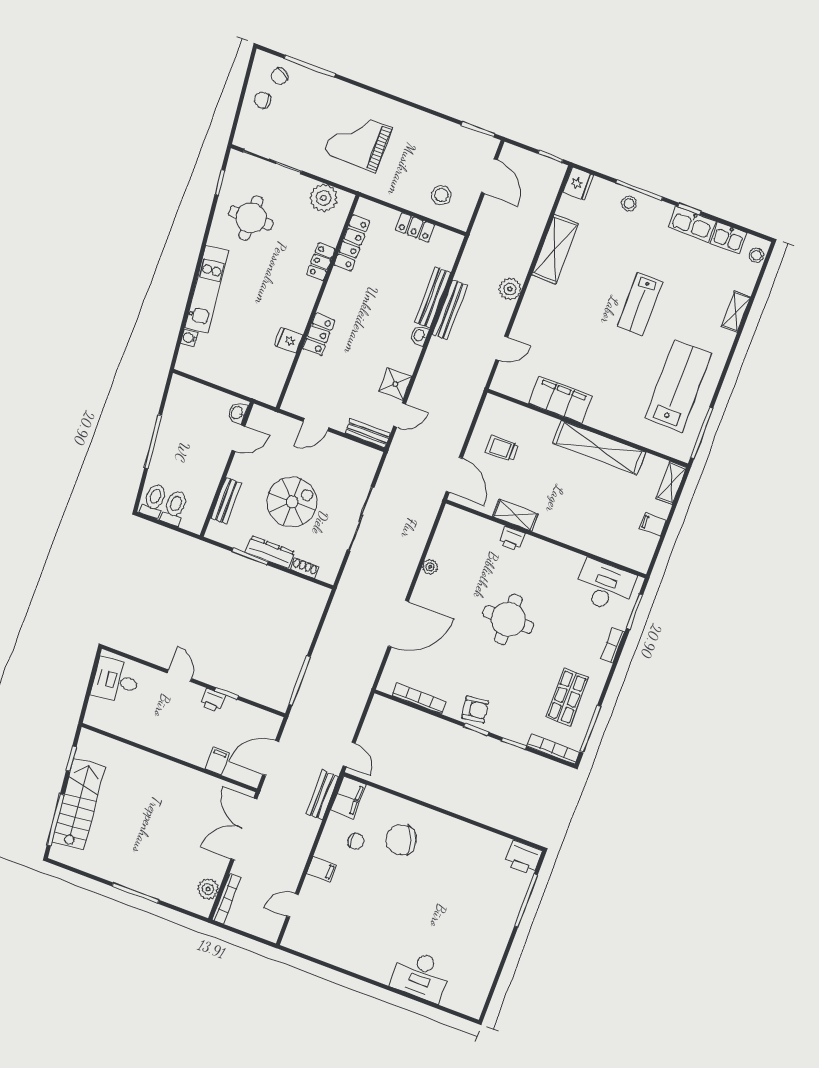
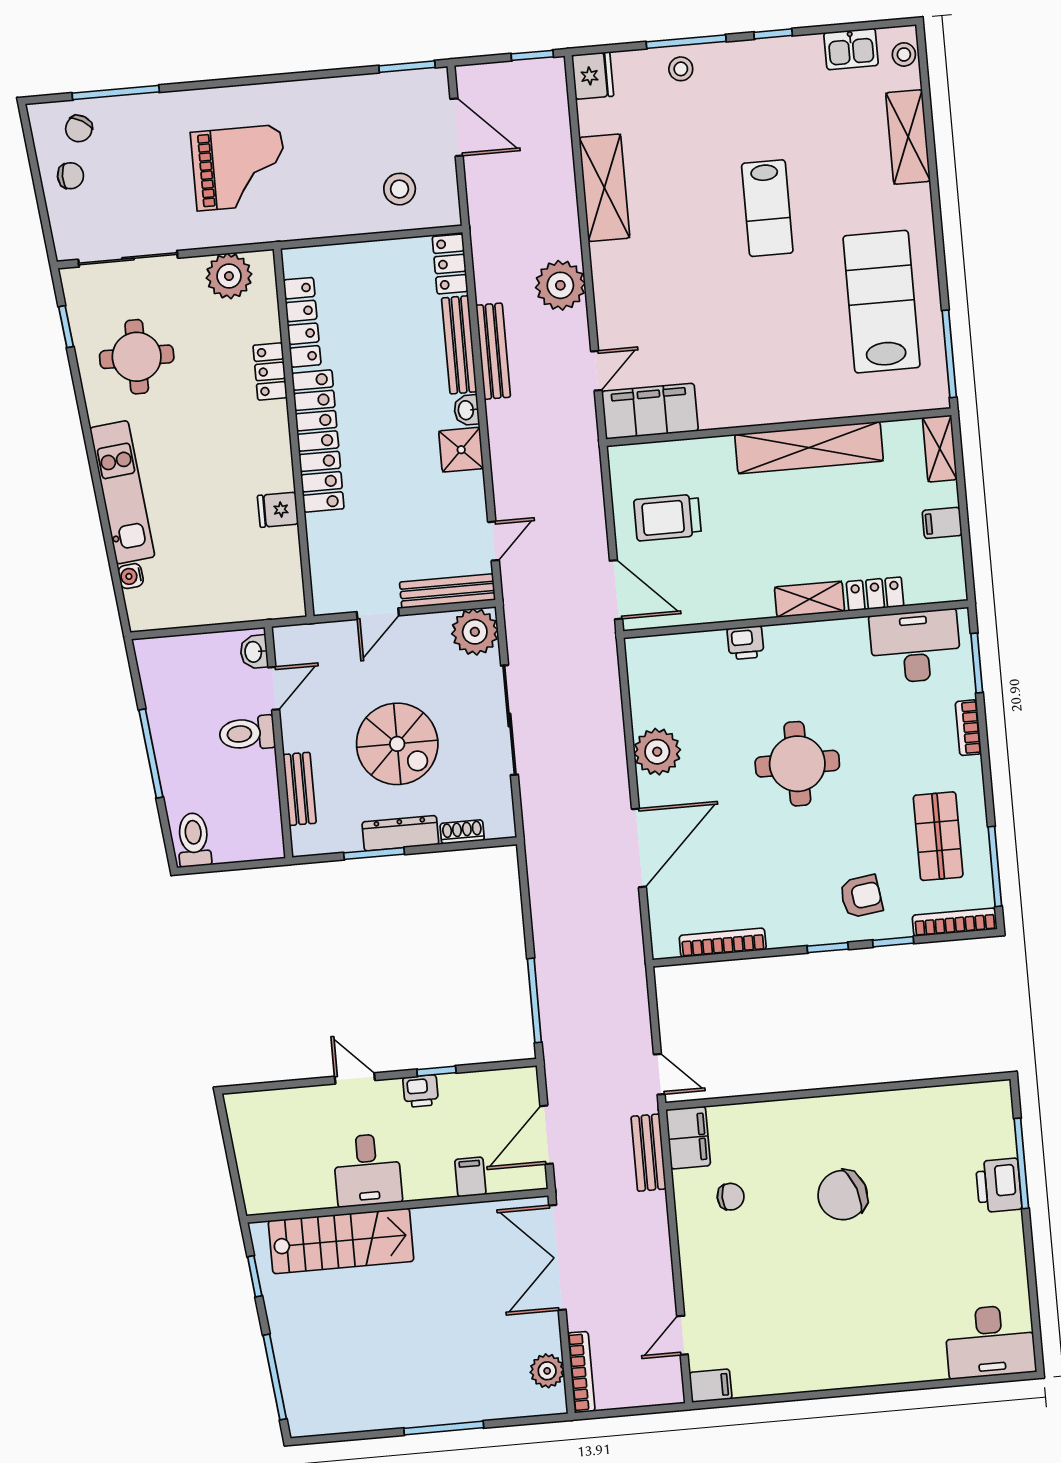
chair: (263, 100) -> (71, 176), turned 180
grand piano: (358, 141) -> (239, 168), turned 180
kitchen sink: (692, 224) -> (788, 54), removed
locker: (415, 227) -> (450, 264), moved, turned 90
plant: (510, 289) -> (560, 285), width x1.36, depth x1.36
shelving: (736, 312) -> (908, 137), width x1.50, depth x1.33
locker: (319, 334) -> (318, 441), width x2.16, depth x1.21
shower: (395, 384) -> (461, 450), moved
filing cabinet: (560, 400) -> (650, 411), moved
bench: (368, 433) -> (447, 591), width x1.36
trolley: (502, 449) -> (668, 517), width x1.36, depth x1.39
plant: (365, 460) -> (475, 632), added
spiral stairs: (292, 502) -> (397, 744), turned 90
toilet: (174, 508) -> (247, 733), moved, turned -90
shelving: (515, 515) -> (810, 599), moved
locker: (597, 546) -> (875, 594), added
plant: (430, 567) -> (657, 752), width x1.88, depth x1.88
desk: (116, 681) -> (367, 1170), moved, turned -84
armchair: (475, 709) -> (861, 896), moved
stairs: (79, 804) -> (341, 1241), moved, turned 96
chair: (401, 840) -> (843, 1195), moved
printer: (523, 857) -> (999, 1185), moved, turned 90
filing cabinet: (321, 869) -> (711, 1386), moved
desk: (421, 976) -> (990, 1341), moved

